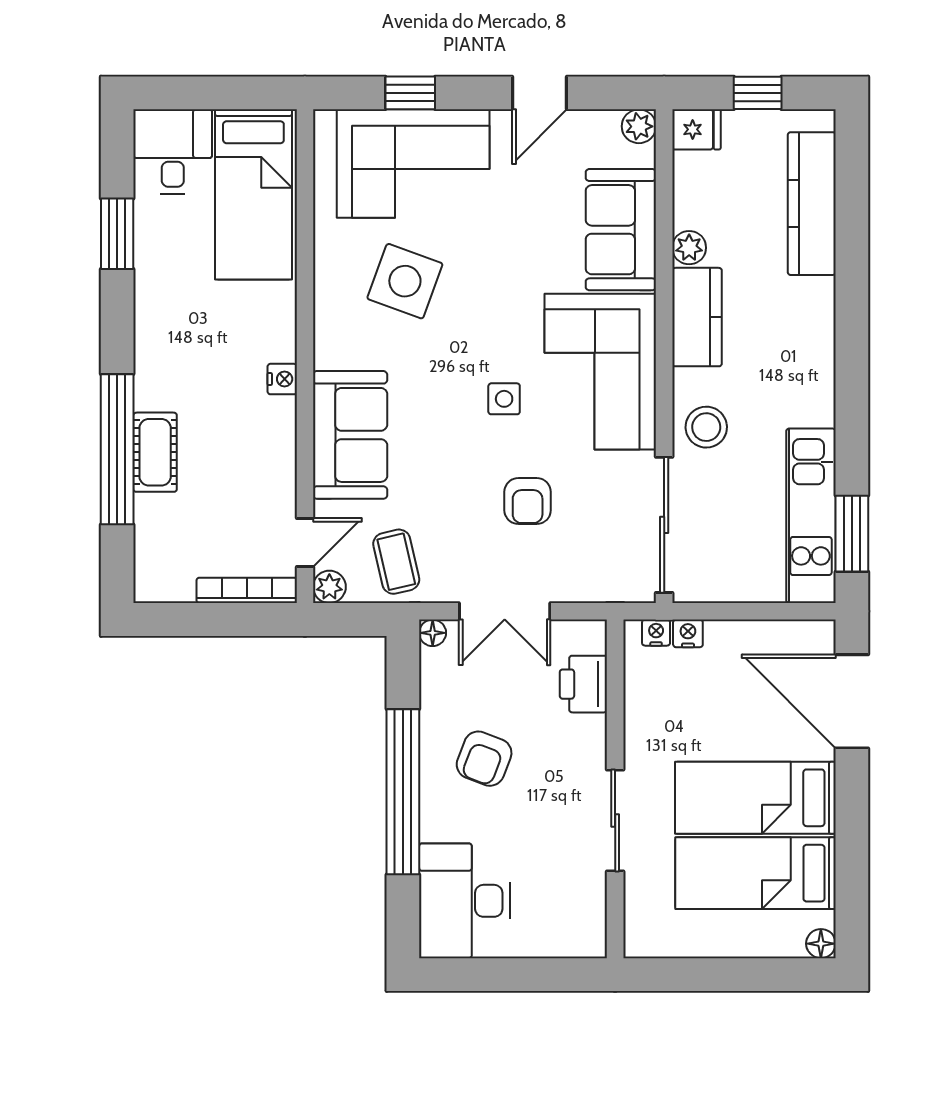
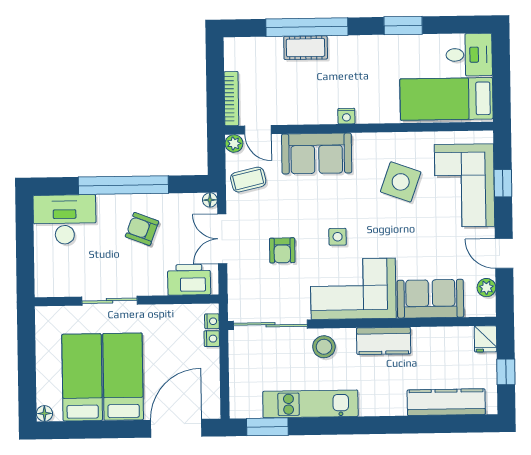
plant: (639, 126) -> (486, 288), moved
window: (117, 234) -> (403, 26), moved
plant: (689, 248) -> (421, 336), removed
armchair: (528, 501) -> (282, 250), turned -90
kitchen unit: (811, 516) -> (310, 404), moved
printer: (583, 684) -> (189, 280), width x1.37, depth x1.19

